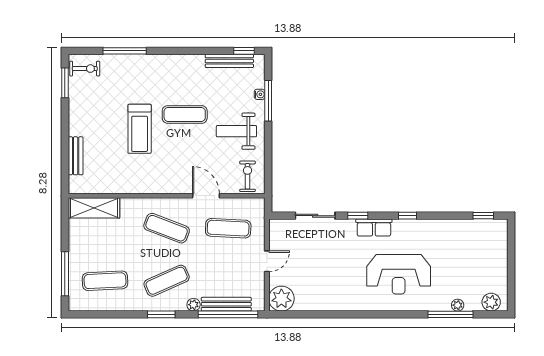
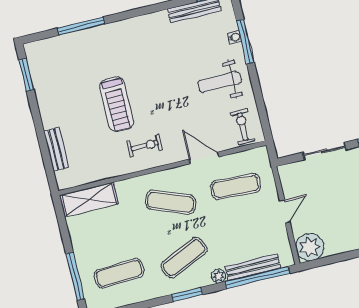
exercise bike: (85, 69) -> (145, 146), moved
exercise mat: (185, 114) -> (161, 78), removed

